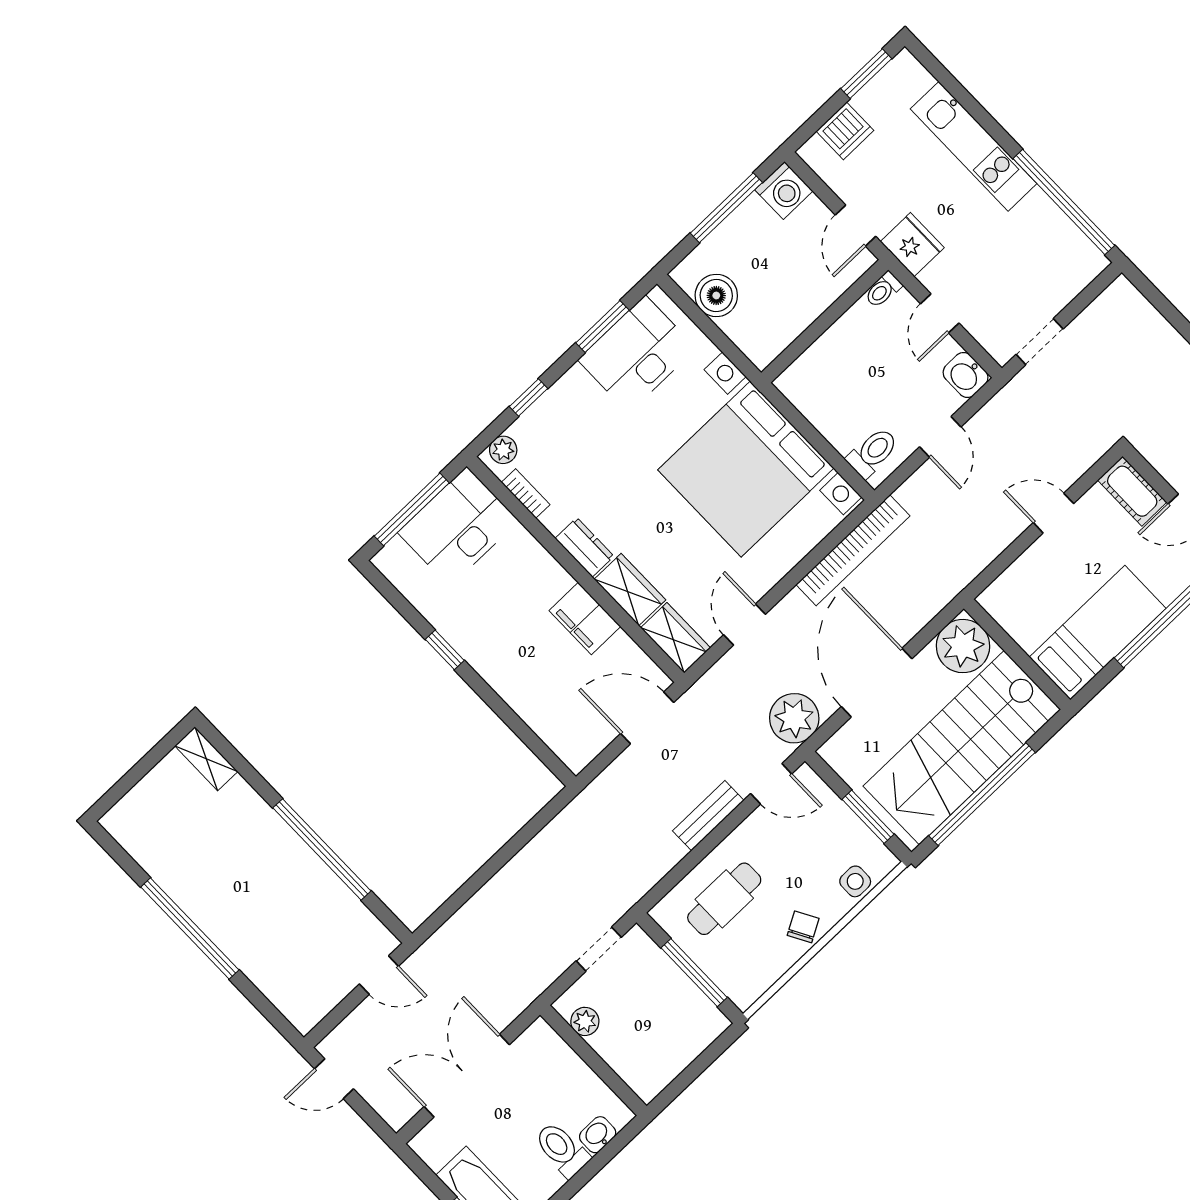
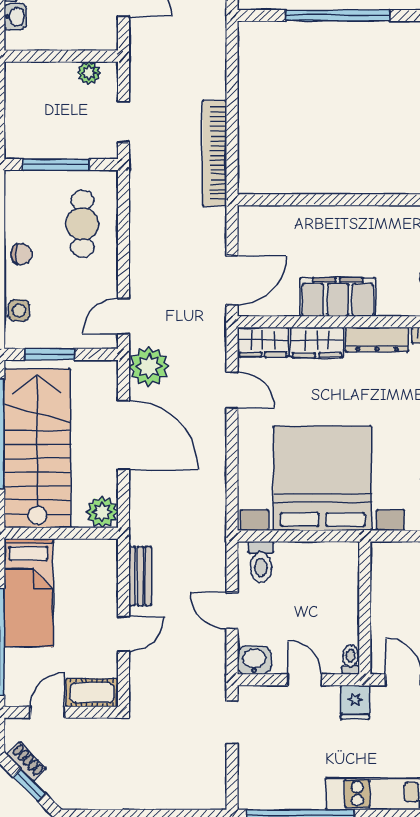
fridge: (912, 245) -> (355, 702), width x0.72
dresser: (584, 547) -> (377, 340), width x1.44
bookcase: (853, 550) -> (215, 153), moved
filing cabinet: (585, 619) -> (338, 297), width x1.50, depth x1.17
plant: (963, 646) -> (102, 512), width x0.73, depth x0.73
window: (445, 650) -> (386, 200), removed
bench: (708, 816) -> (140, 576), moved
chair: (803, 927) -> (22, 254), turned -61

